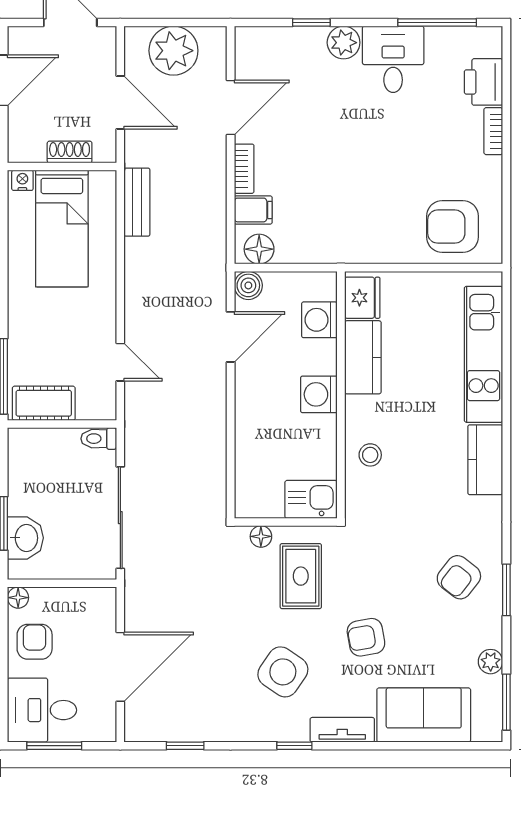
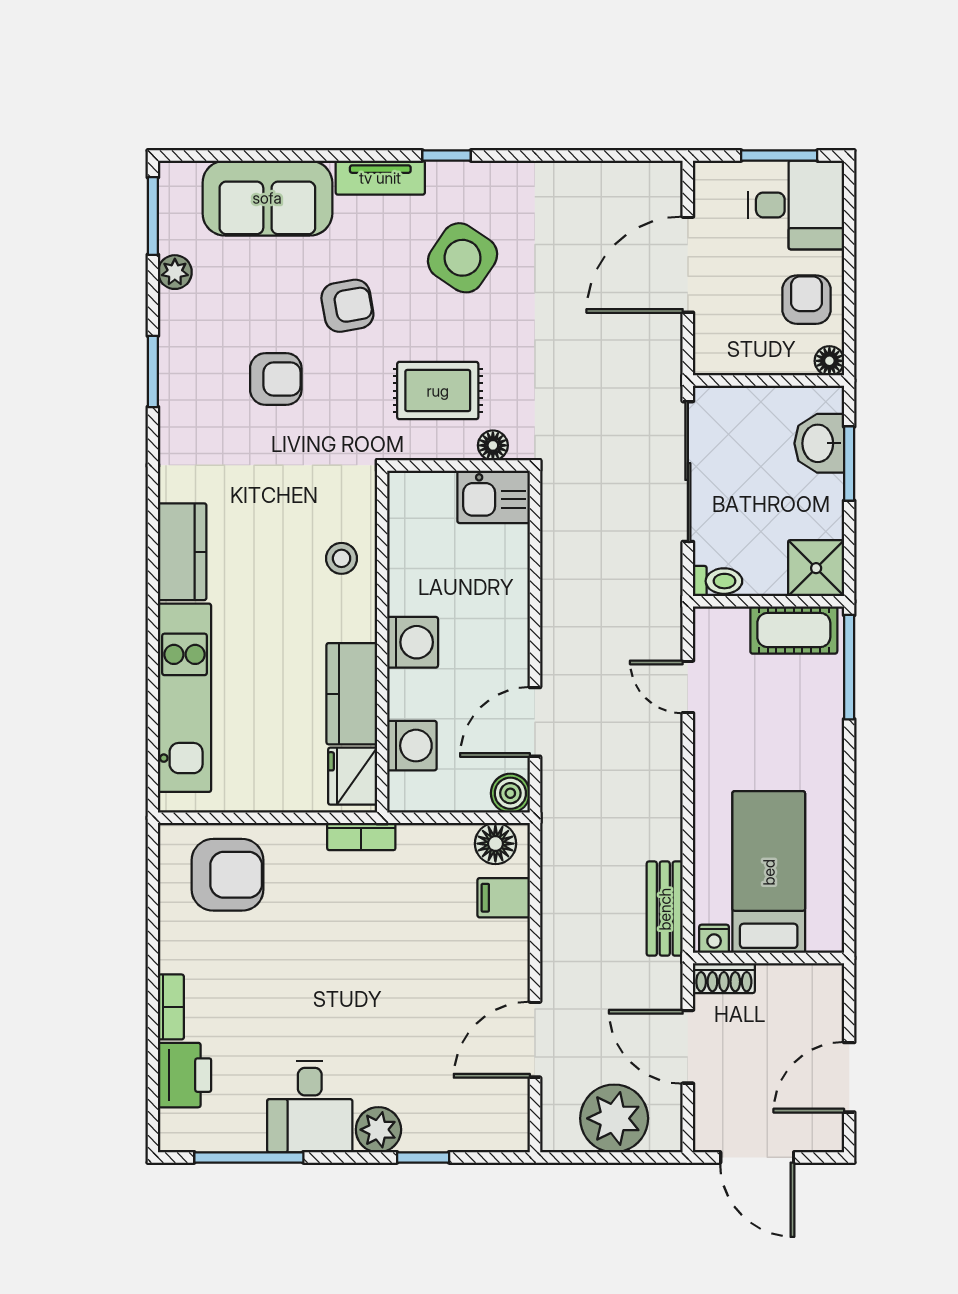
shoe rack: (70, 152) -> (724, 978), moved
bookcase: (244, 169) -> (361, 837), moved, turned -90
nightstand: (22, 180) -> (714, 939), moved
shower: (28, 448) -> (816, 568), added
kitchen sink: (311, 499) -> (494, 497), moved
rug: (301, 576) -> (438, 391), turned 90
armchair: (459, 577) -> (276, 379), moved, turned 52
armchair: (35, 642) -> (807, 300), turned 180
window: (185, 746) -> (598, 155), removed

